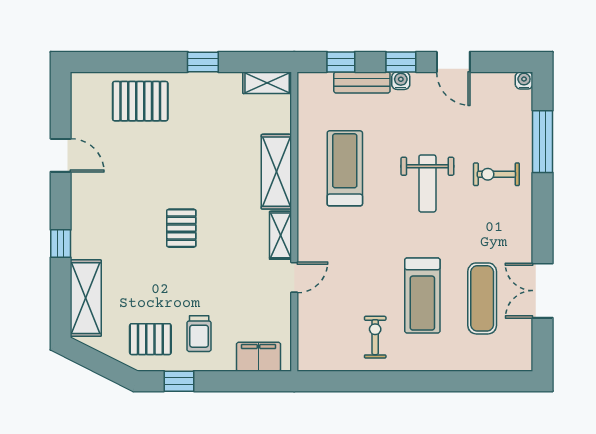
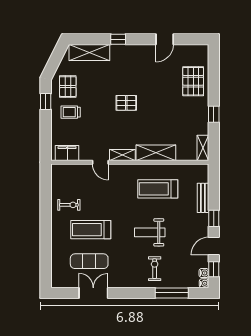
window: (341, 62) -> (214, 269), moved
water cooler: (401, 81) -> (204, 273), moved
treadmill: (345, 168) -> (158, 189), turned 180
filing cabinet: (259, 357) -> (67, 153), moved, turned -90

